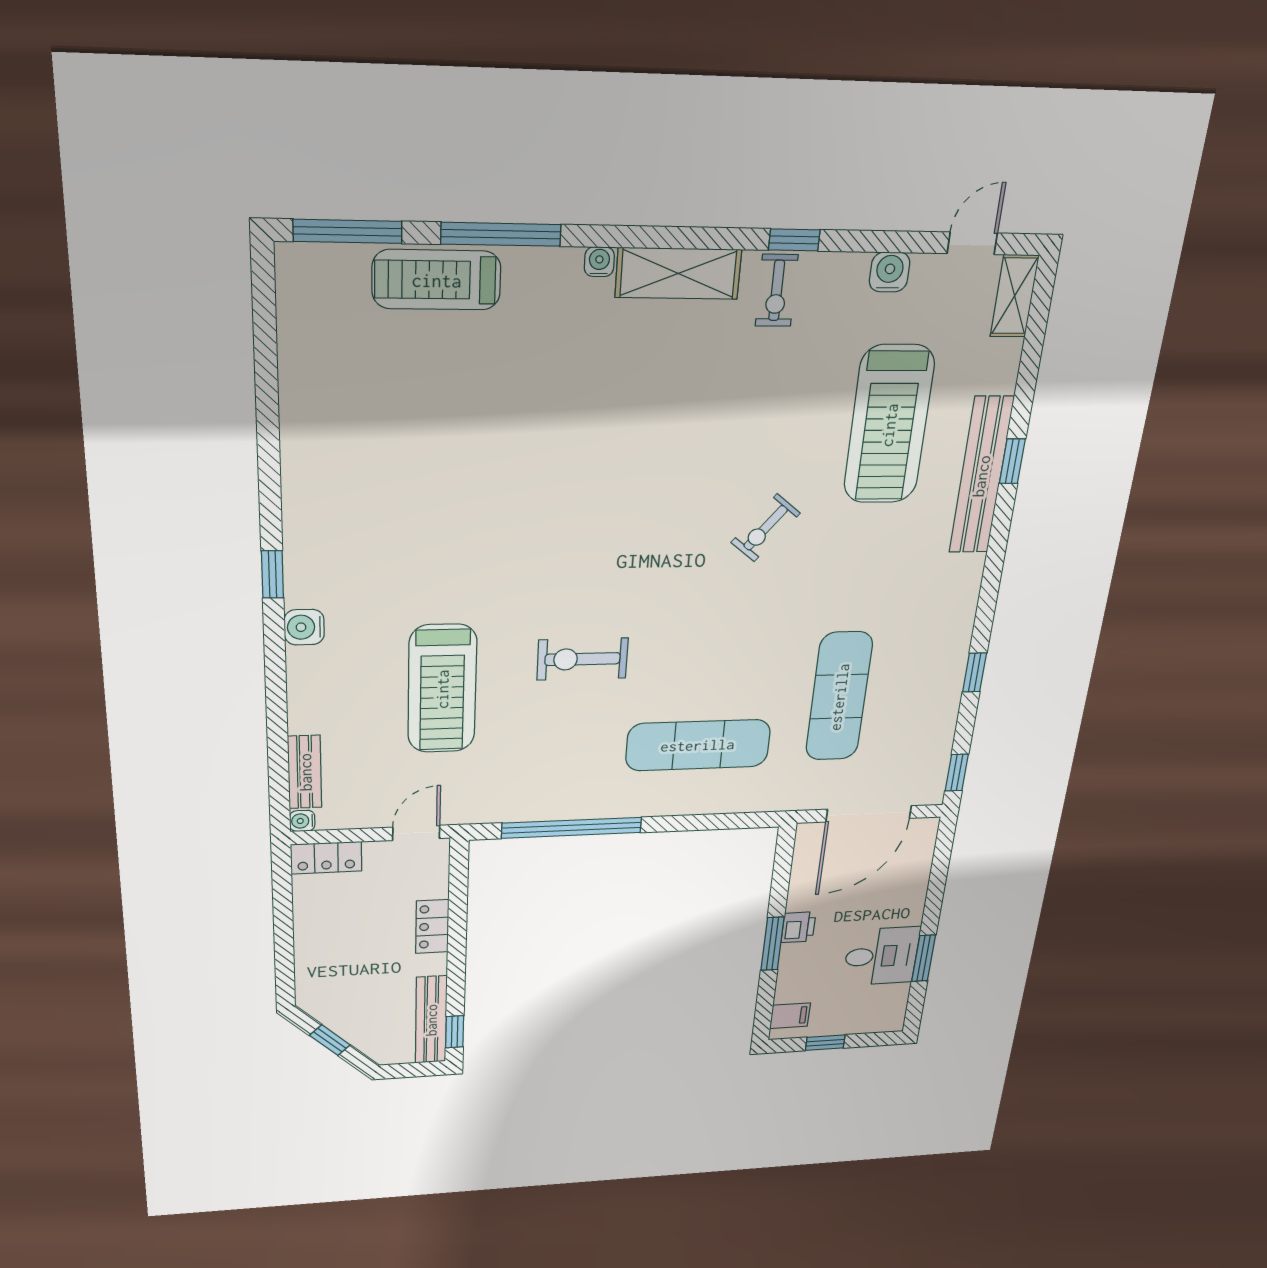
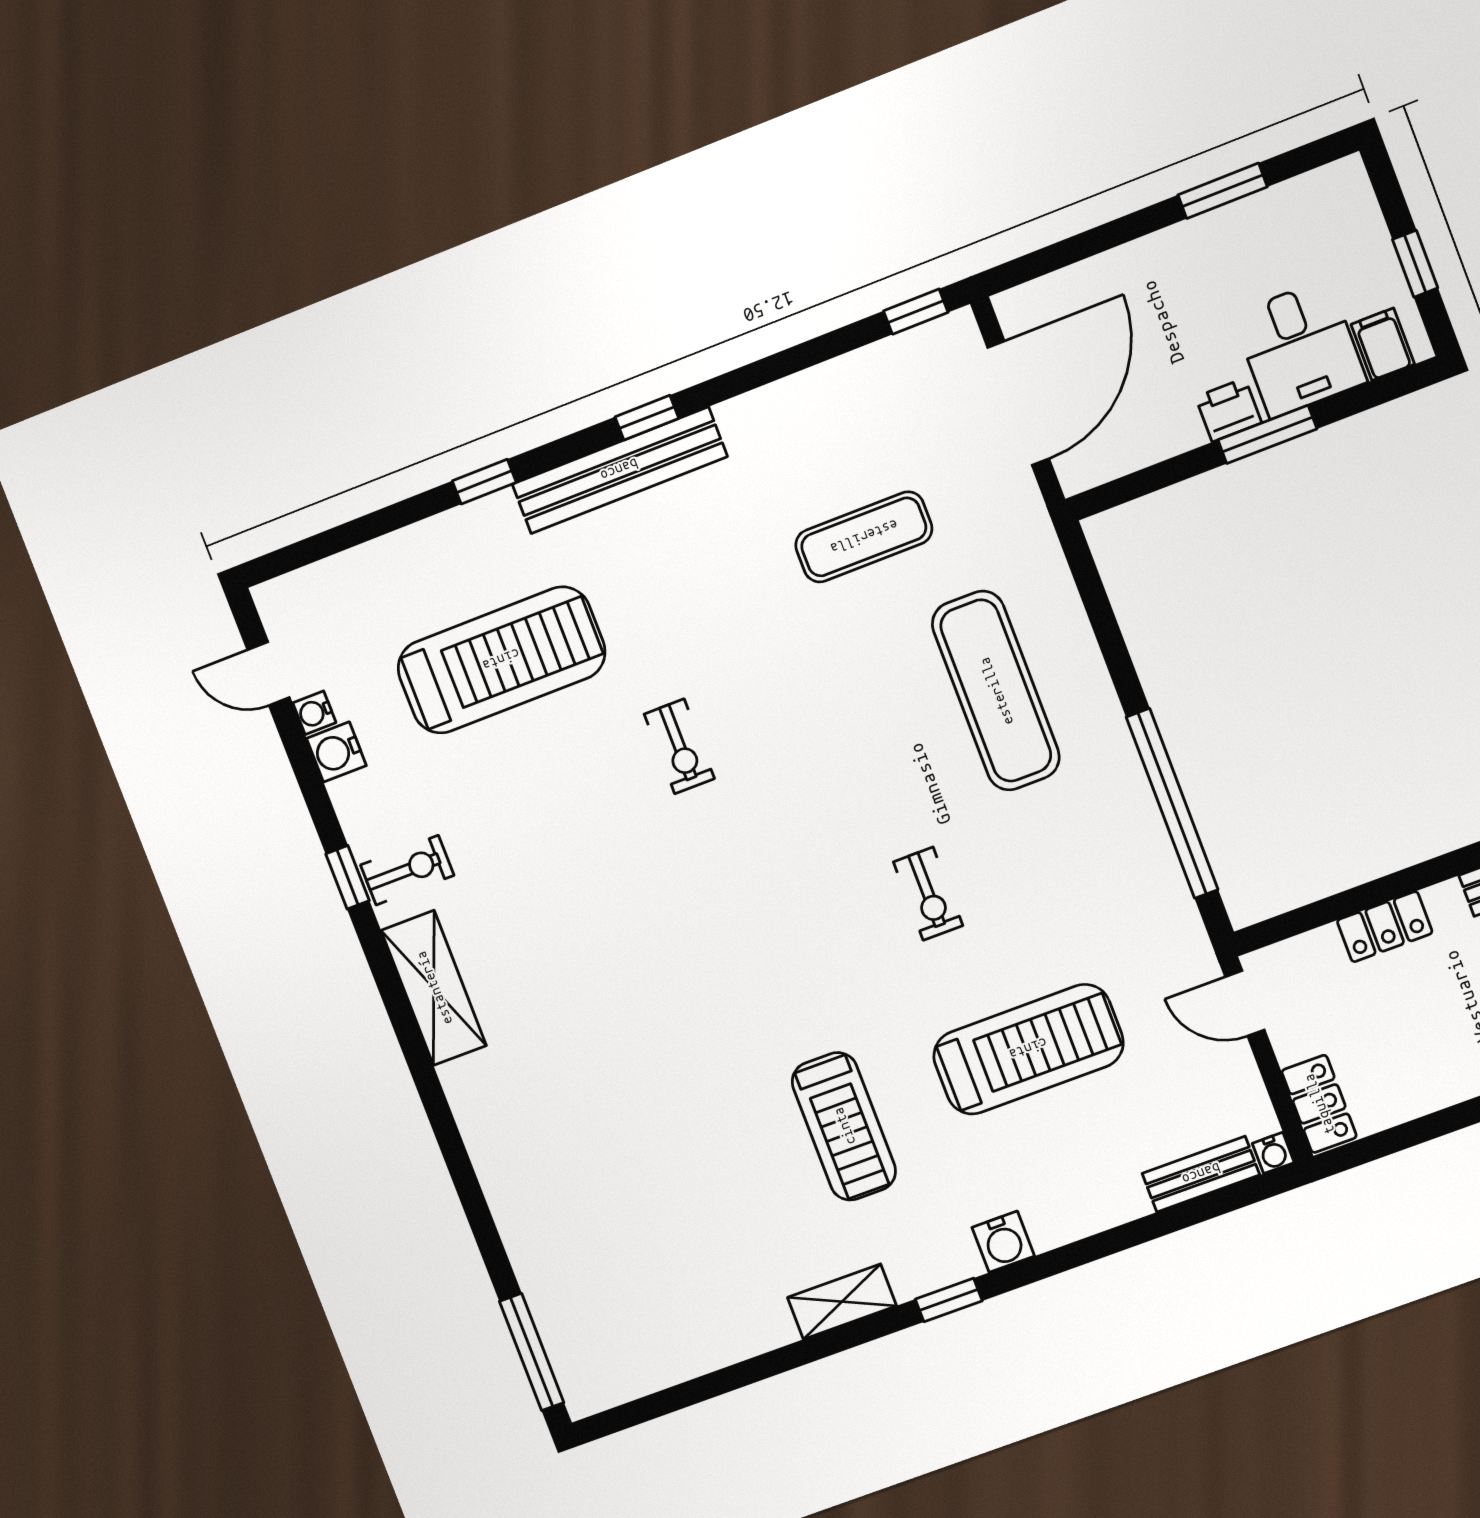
window: (501, 234) -> (471, 1195), removed
water cooler: (599, 262) -> (314, 713), moved
treadmill: (437, 280) -> (844, 1126), moved
shelving: (1015, 296) -> (842, 1302), moved
bench: (981, 476) -> (619, 470), moved
exercise bike: (766, 528) -> (679, 746), turned 51
exercise bike: (583, 659) -> (928, 894), width x0.73, depth x0.72
window: (975, 672) -> (647, 418), moved
exercise mat: (839, 697) -> (864, 537), width x0.73, depth x0.69
door: (869, 814) -> (1018, 403), hinge flipped
desk: (881, 956) -> (1299, 348), moved, turned 180

